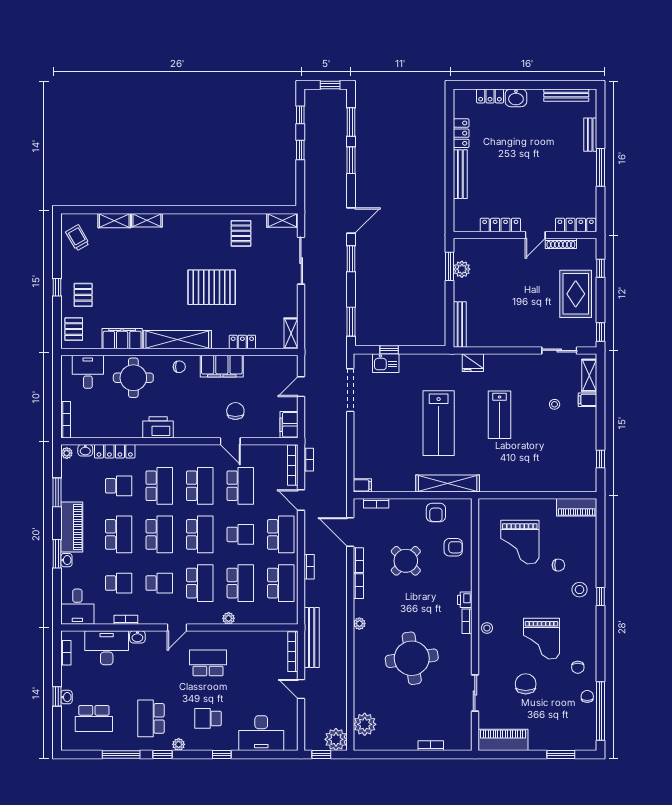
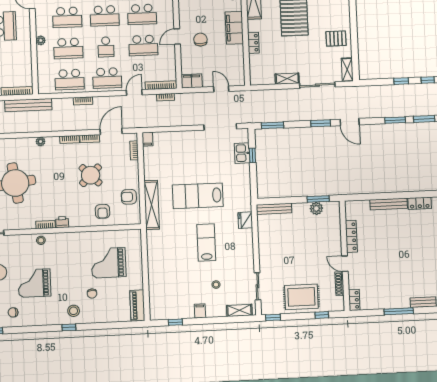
locker: (576, 225) -> (354, 300), width x0.66
shelving: (291, 333) -> (287, 79), moved
filing cabinet: (587, 400) -> (200, 311), moved
chair: (235, 411) -> (200, 40), turned -90
lab bench: (500, 415) -> (206, 242), turned 90

